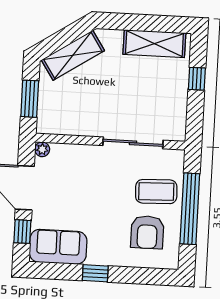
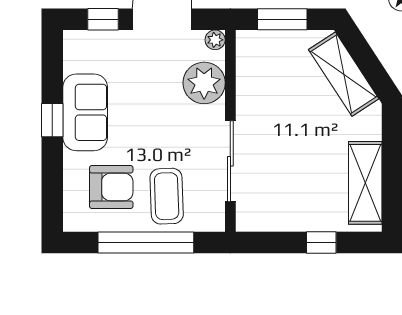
plant: (74, 159) -> (204, 83), added
armchair: (147, 232) -> (111, 187), turned 180
sofa: (58, 247) -> (85, 112), moved

